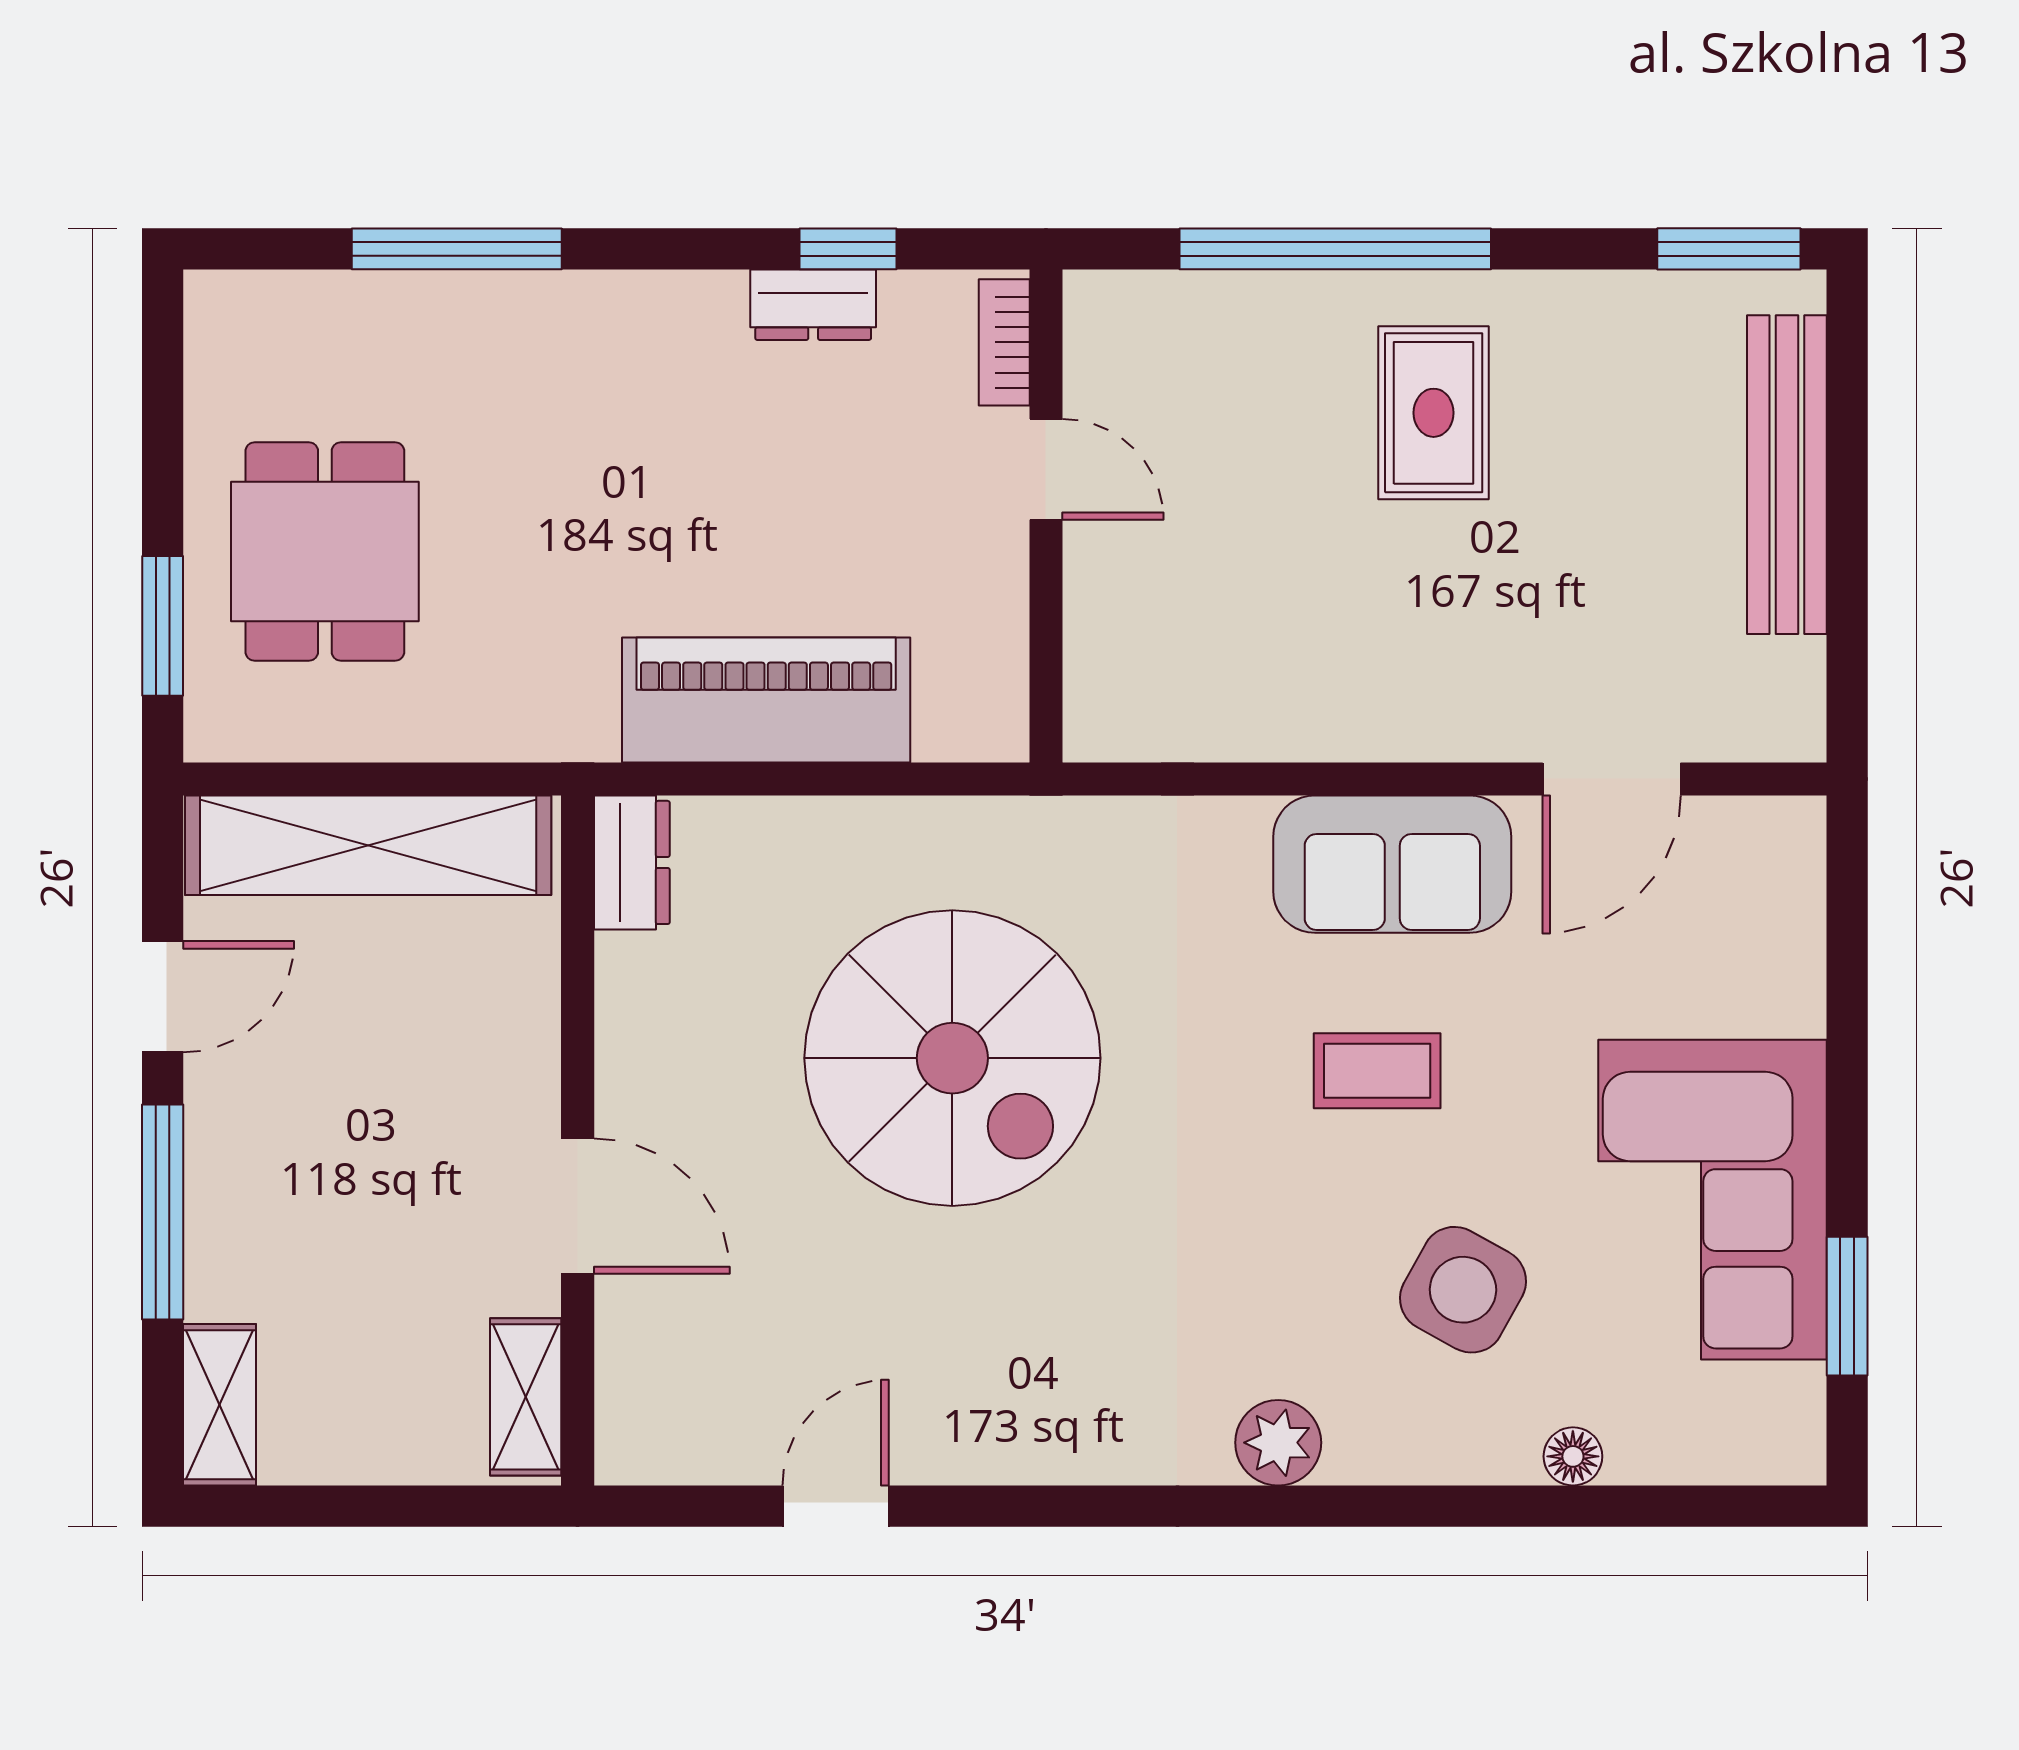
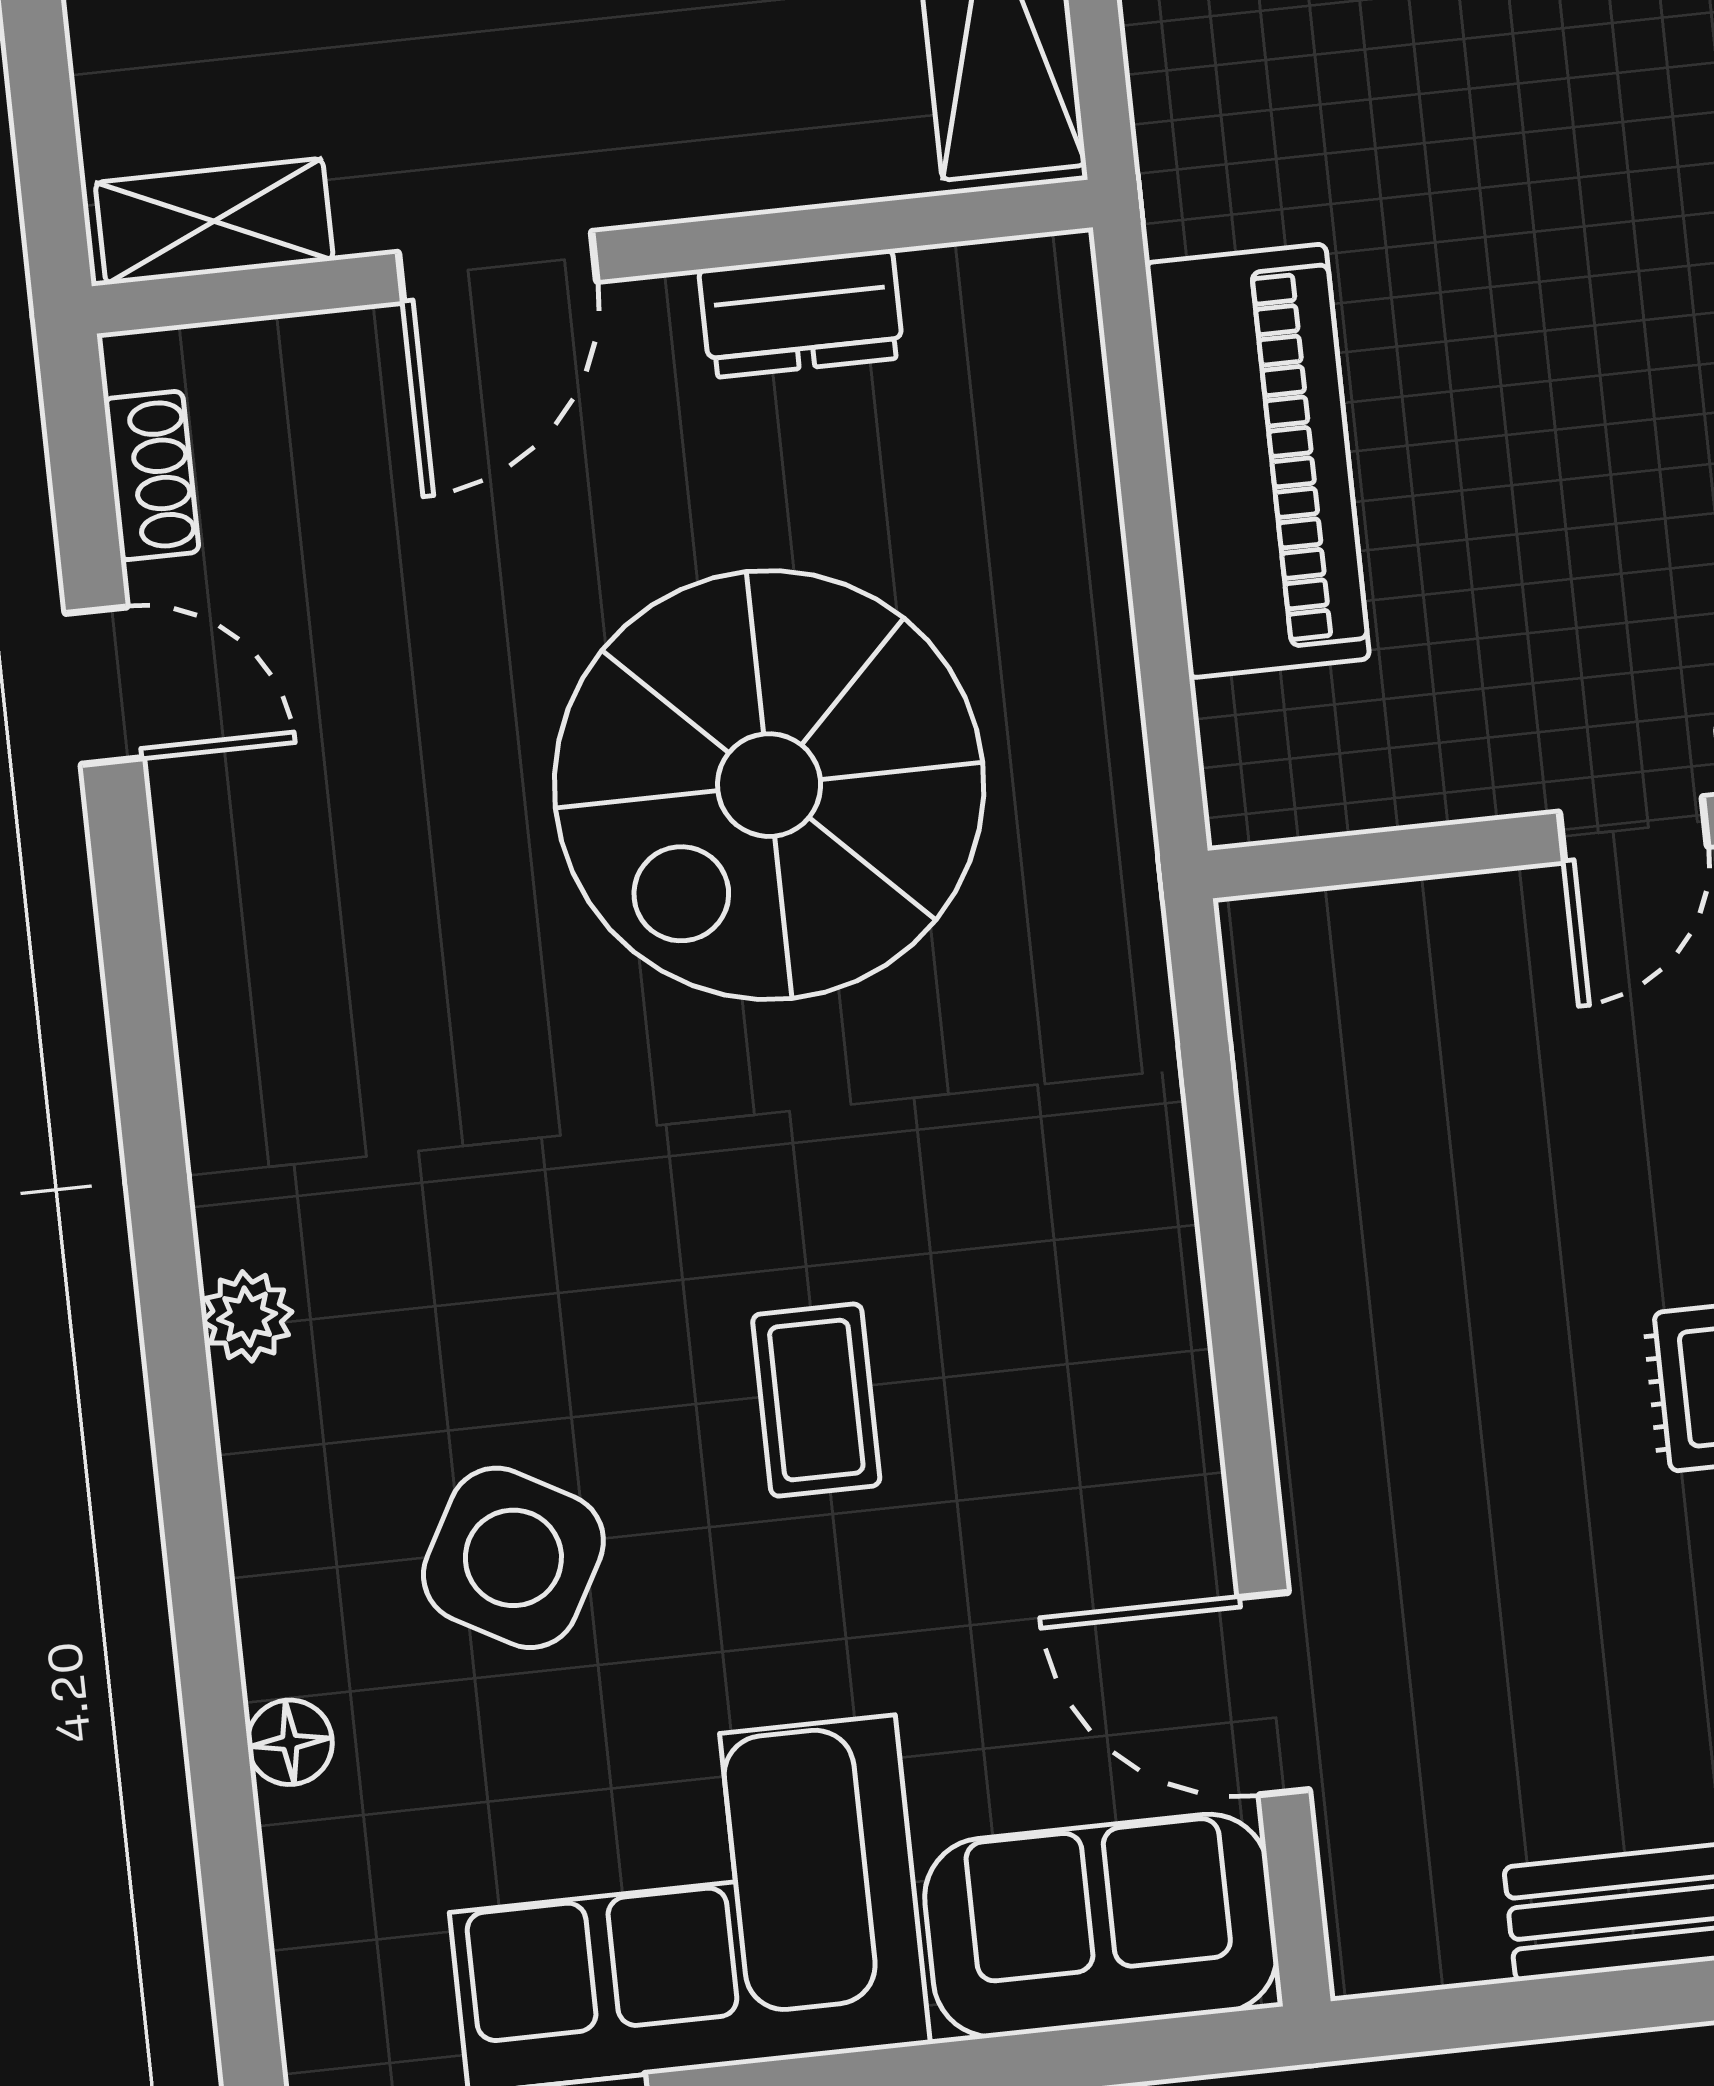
dresser: (632, 862) -> (801, 313), moved
sofa: (1392, 864) -> (1101, 1926), moved, turned 90
plant: (1278, 1443) -> (247, 1316), width x0.73, depth x0.73
shoe rack: (695, 1458) -> (151, 476), added

